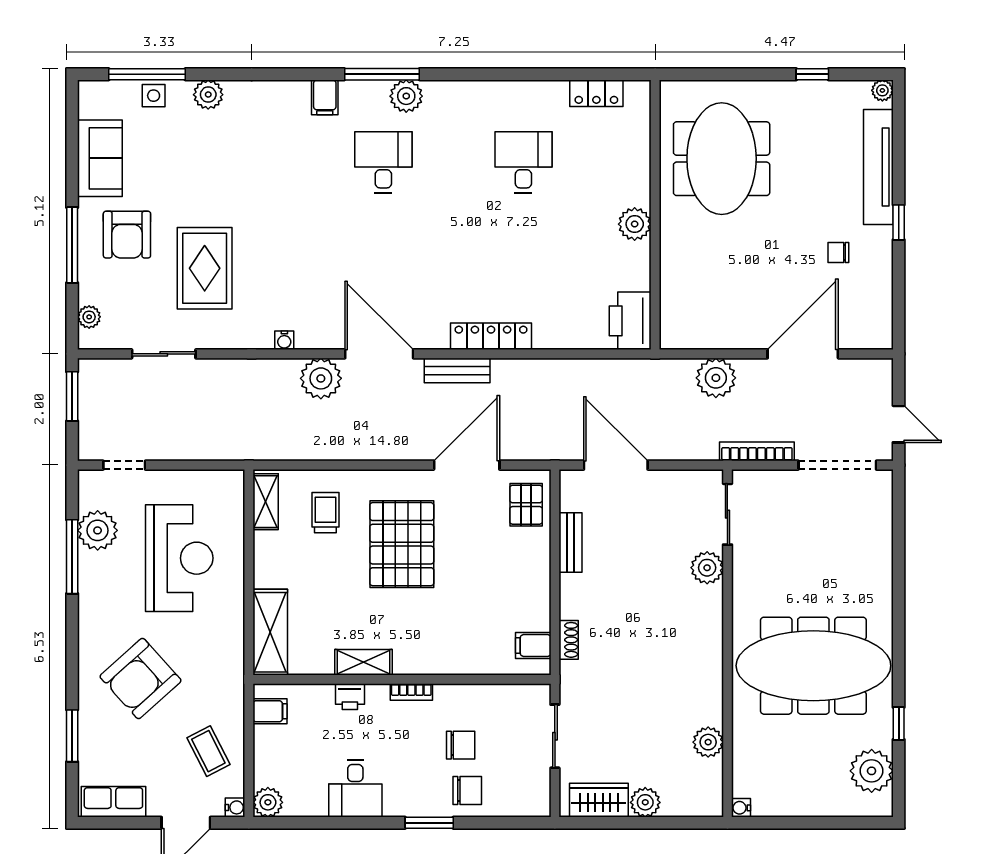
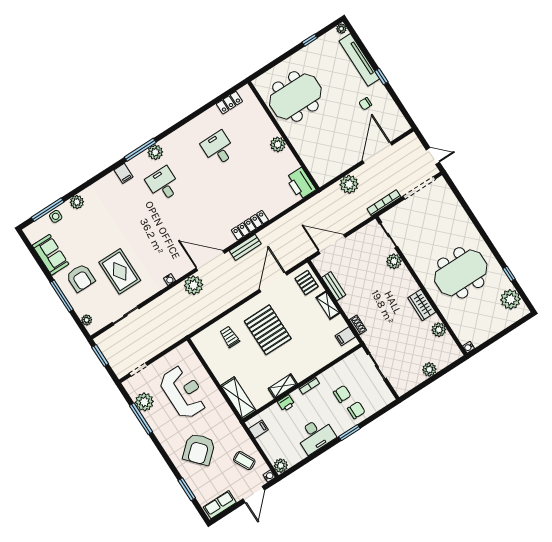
meeting table: (722, 159) -> (295, 96), turned 90
shelving: (266, 502) -> (328, 305), moved
meeting table: (813, 666) -> (461, 273), width x0.73
desk: (355, 788) -> (316, 435), width x1.37
wardrobe: (599, 800) -> (422, 305), moved, turned -90

